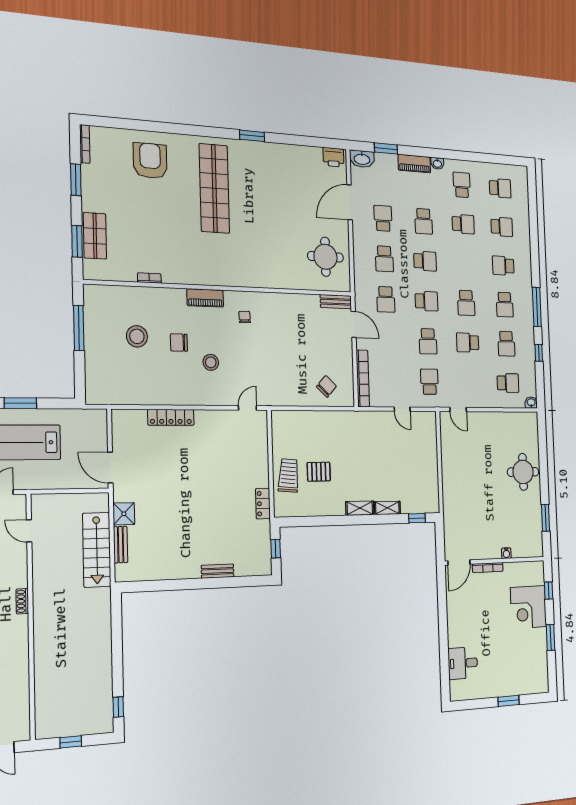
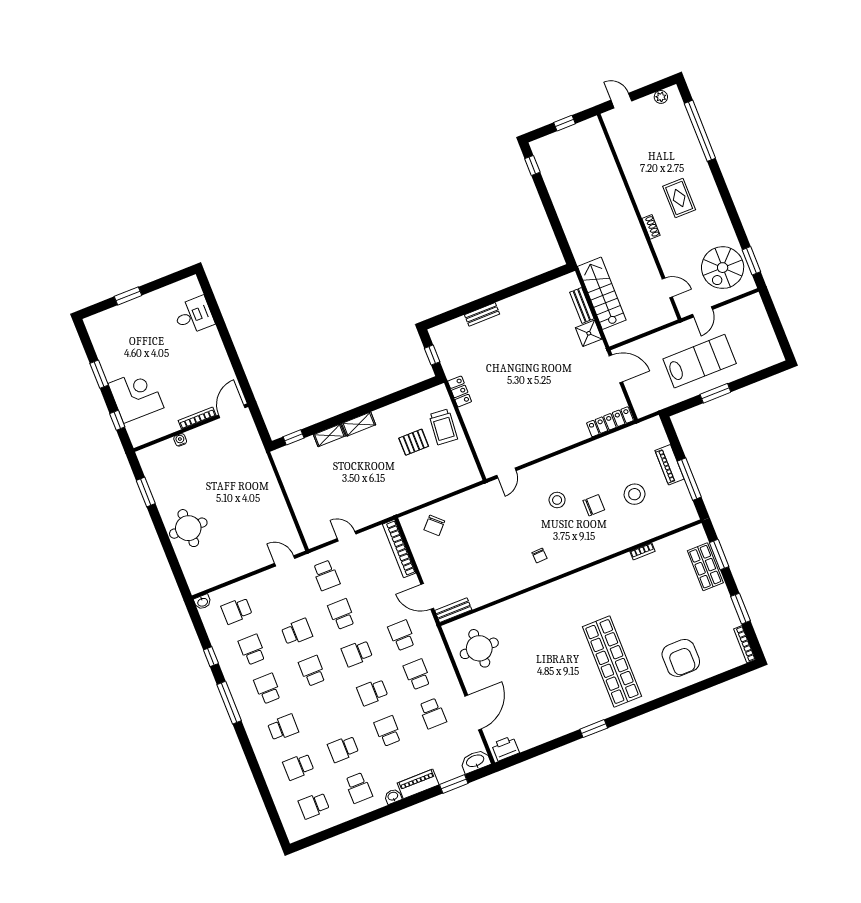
piano: (205, 298) -> (670, 465), moved, turned -90
locker: (171, 417) -> (610, 422), moved

